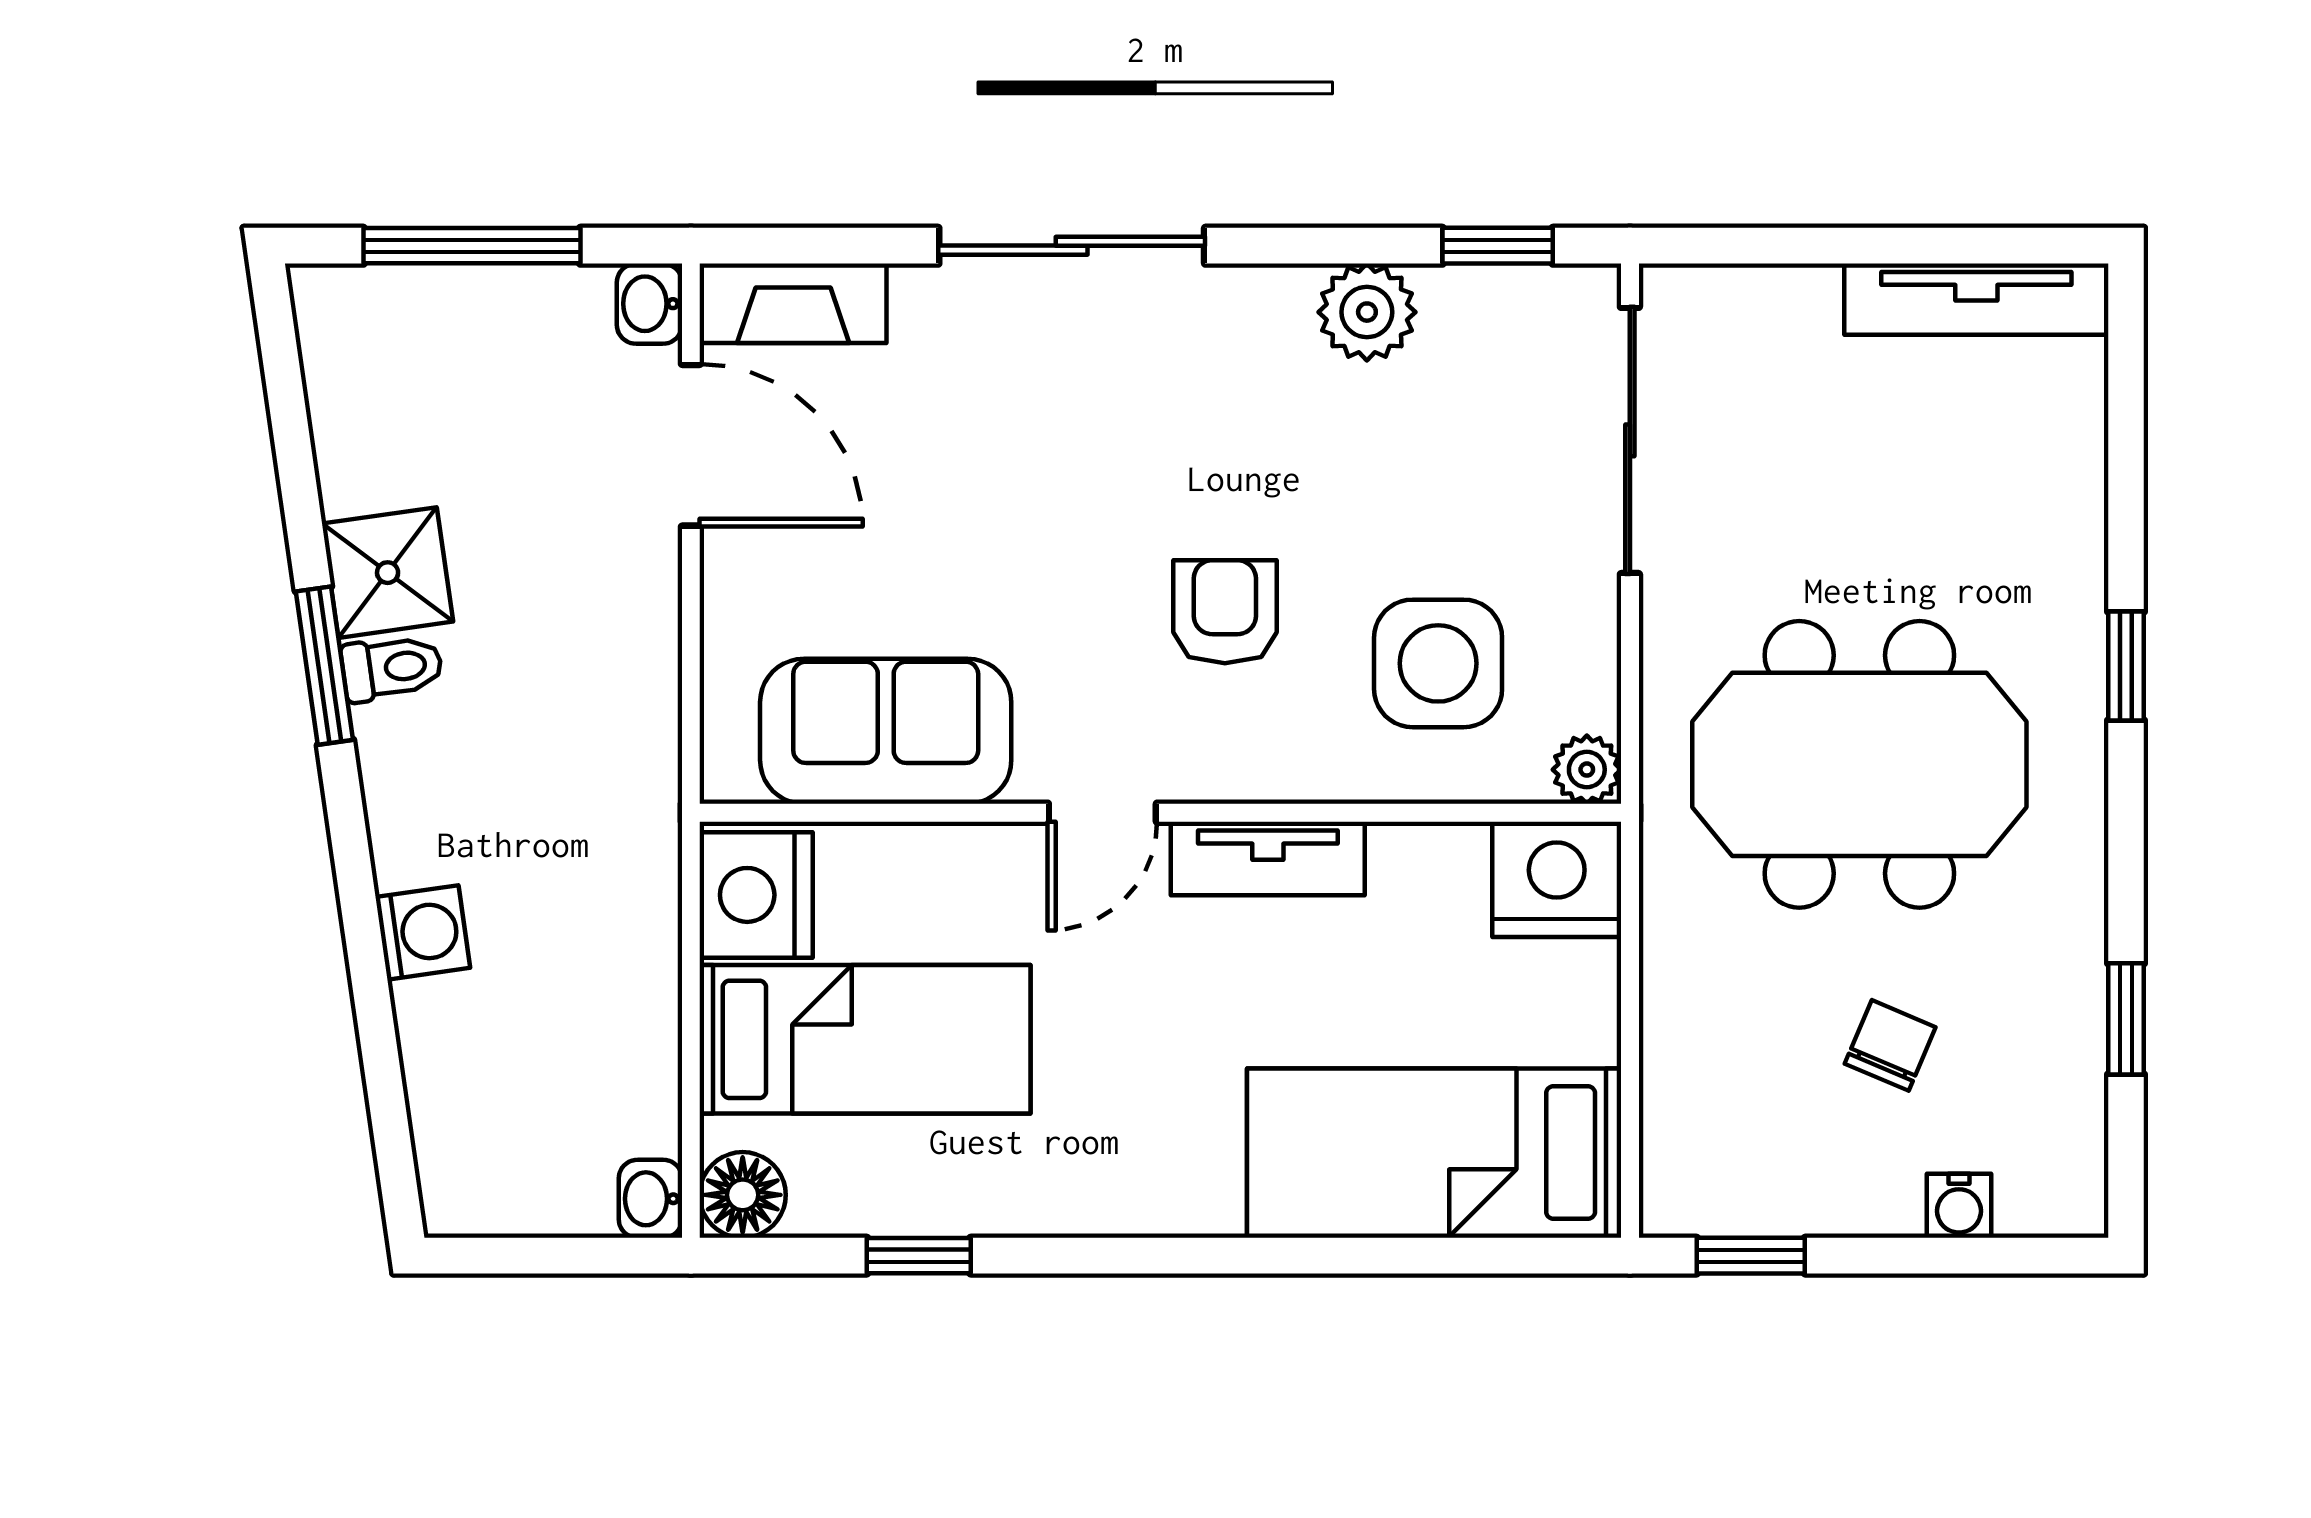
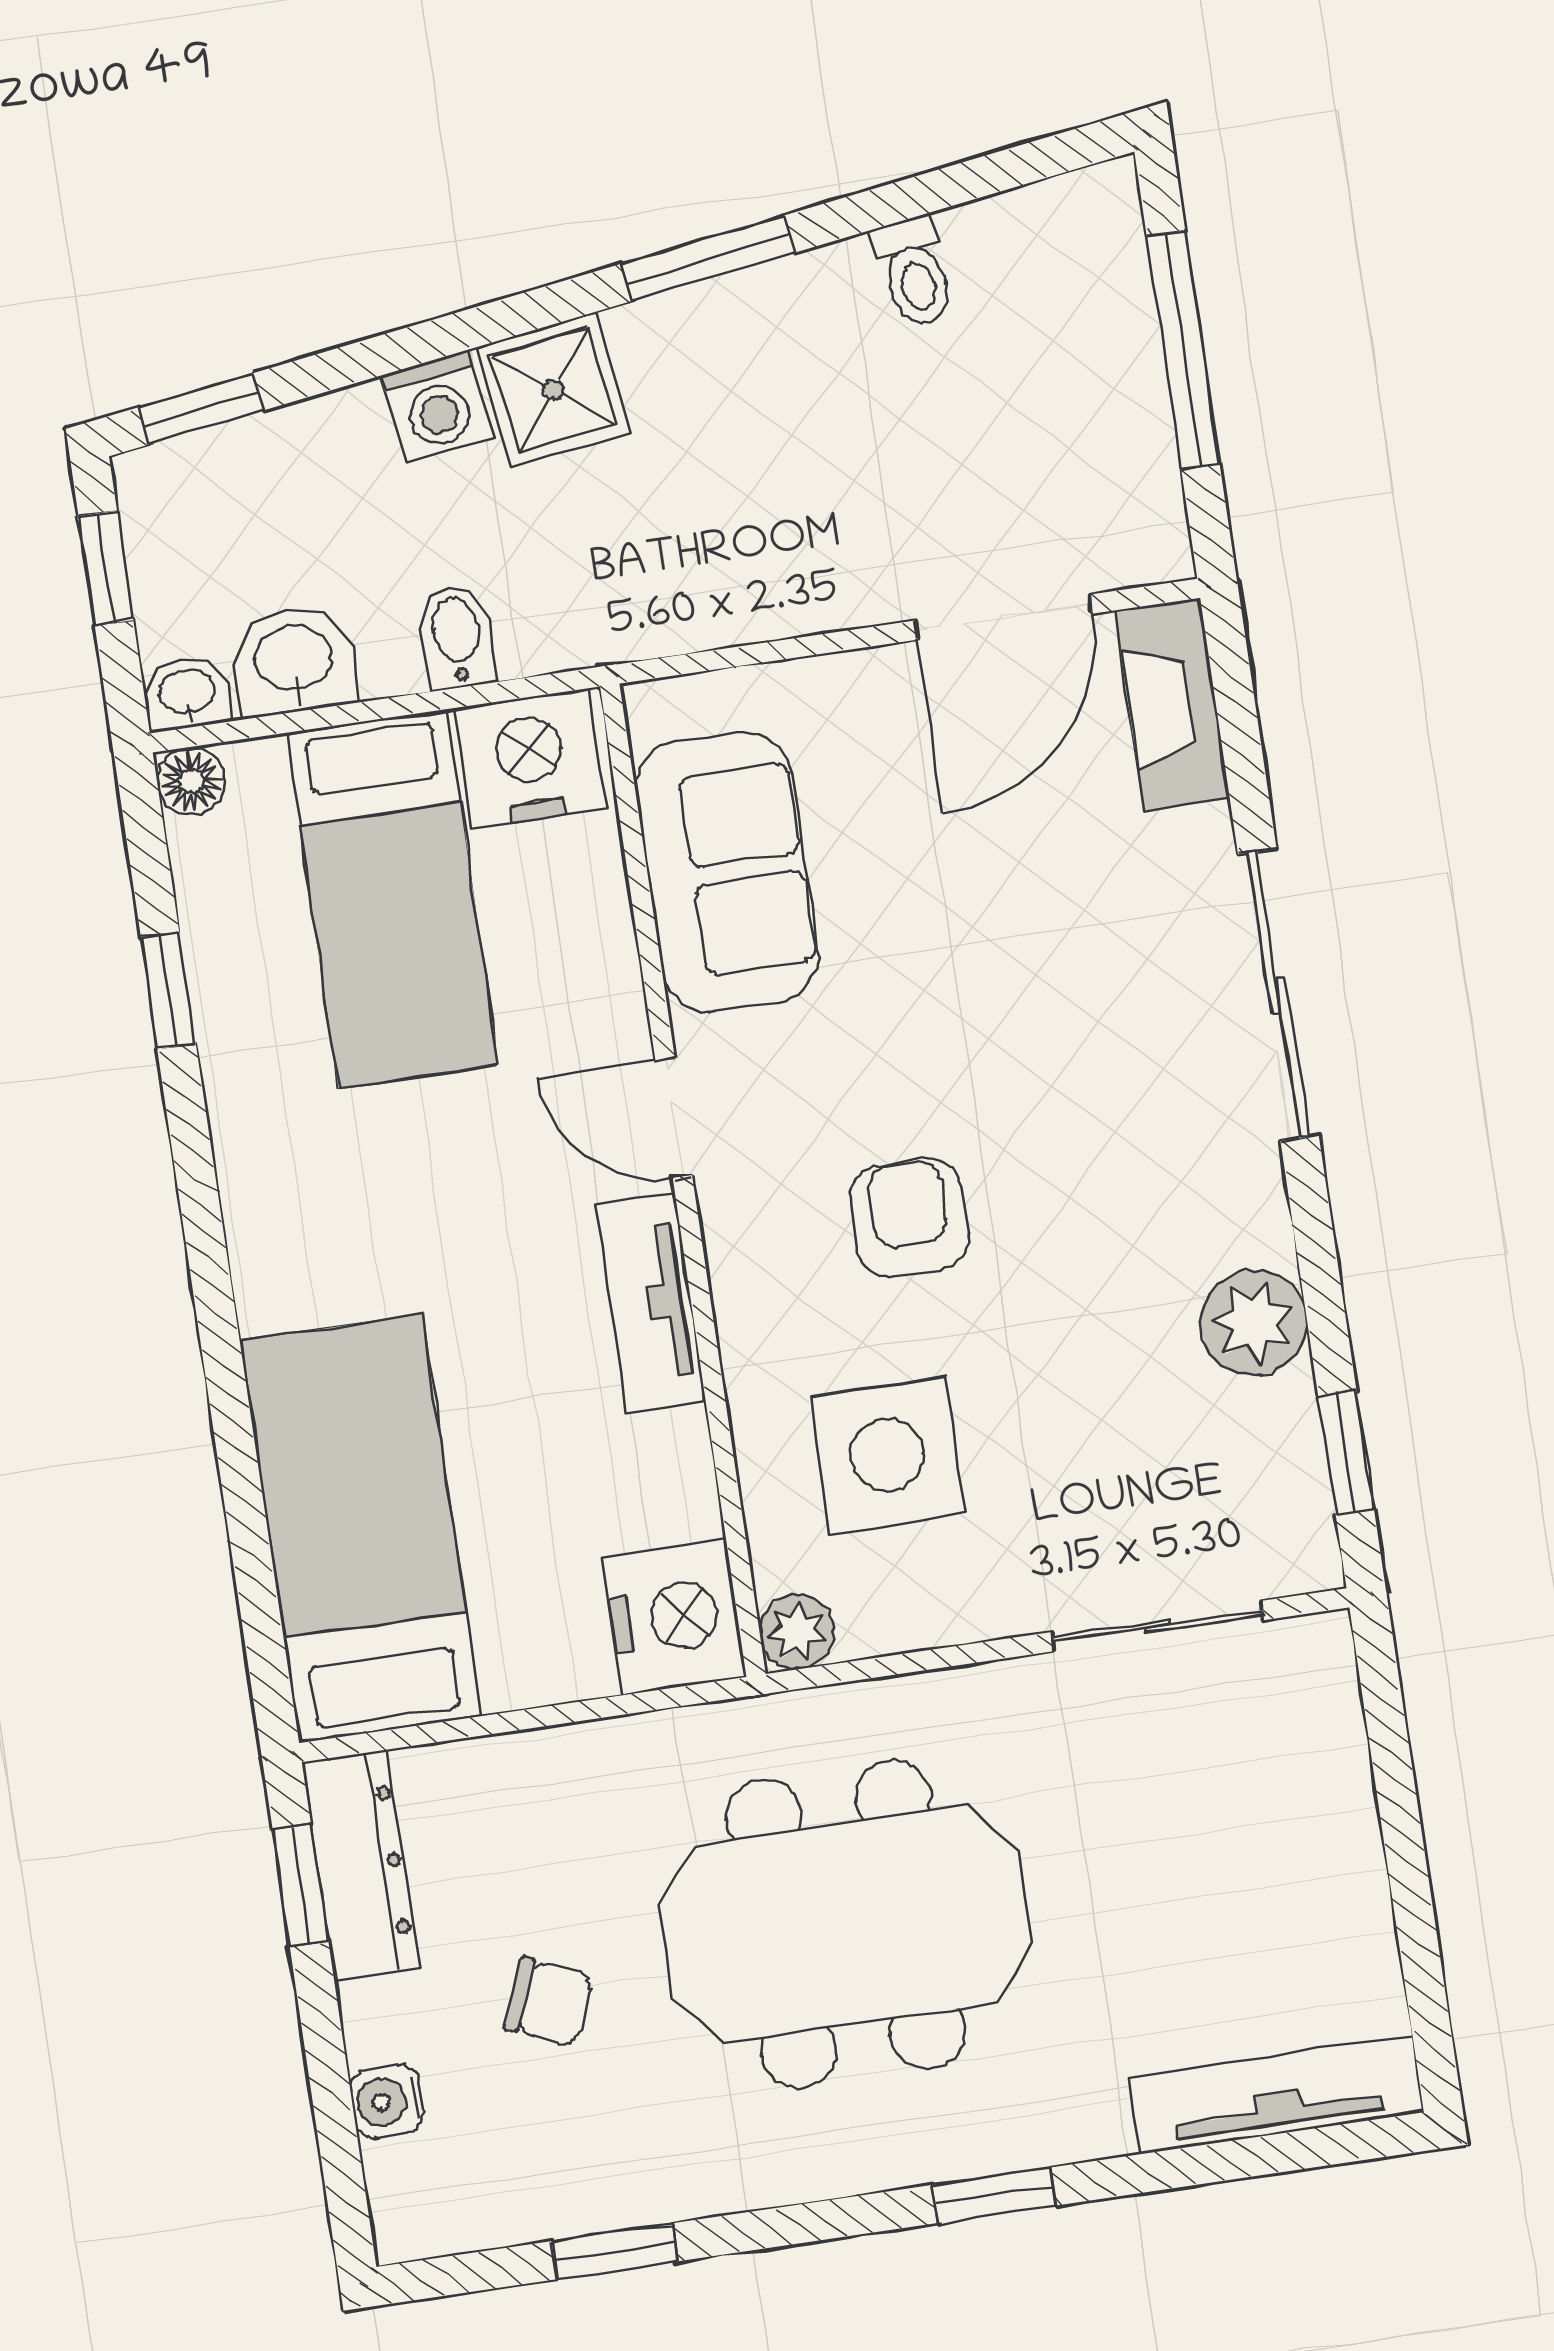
tv unit: (1976, 299) -> (1276, 2095), moved, turned 90
washbasin: (649, 304) -> (294, 660), moved, width x1.38, depth x1.45
sliding door: (1630, 440) -> (1158, 1626), width x0.73
shower: (388, 573) -> (553, 390), moved
armchair: (1225, 612) -> (909, 1218), turned -90
toilet: (392, 668) -> (914, 272), moved
meeting table: (1859, 764) -> (846, 1924), turned 90
bidet: (635, 946) -> (456, 636), added
window: (393, 1147) -> (201, 409), added
floor lamp: (743, 1195) -> (191, 781), width x0.73, depth x0.73
dresser: (1740, 1198) -> (360, 1865), added
window: (526, 1256) -> (106, 568), added

